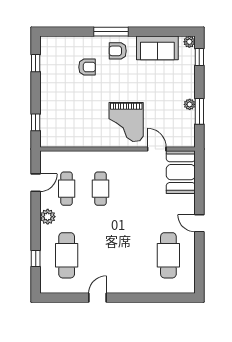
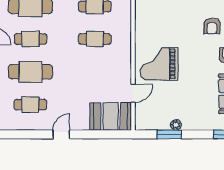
cafe table: (101, 255) -> (30, 39), added
cafe table: (134, 255) -> (30, 72), added
cafe table: (168, 255) -> (30, 105), width x0.73, depth x0.74

